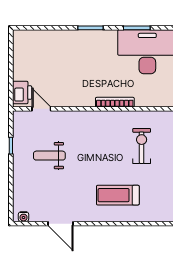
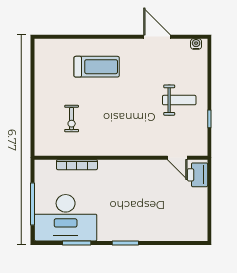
bookcase: (115, 102) -> (77, 165), moved
exercise bike: (142, 146) -> (72, 119), width x0.73, depth x0.72
weight bench: (49, 156) -> (179, 100), moved

